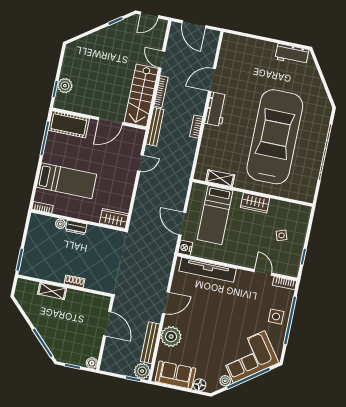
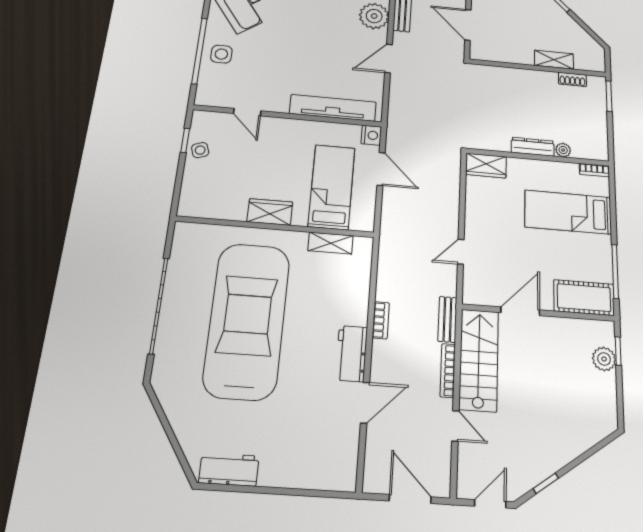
bench: (155, 127) -> (447, 319), width x0.73
car: (275, 137) -> (247, 320), turned 180
dresser: (76, 227) -> (533, 147), width x1.44
side table: (281, 235) -> (200, 150), moved
shoe rack: (74, 281) -> (572, 79), moved
bookcase: (285, 283) -> (212, 100), removed

